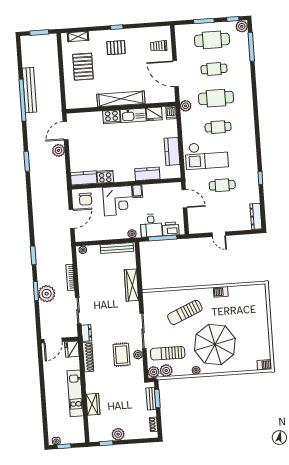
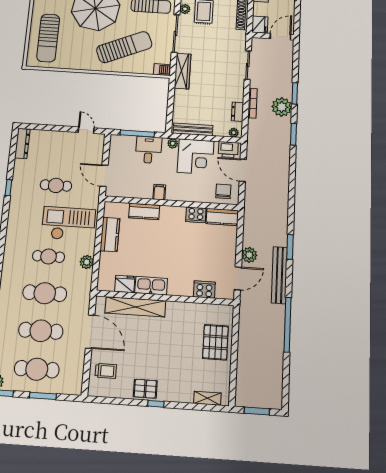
pallet: (116, 48) -> (145, 389), moved
pallet: (83, 67) -> (215, 342), moved
cafe table: (214, 69) -> (41, 331), width x1.37, depth x1.35
bench: (29, 90) -> (279, 275), moved
shelving: (121, 99) -> (135, 307), moved
plant: (186, 106) -> (87, 262), moved
dishwasher: (171, 113) -> (103, 283), removed
cooker: (111, 117) -> (204, 290), moved
corner desk: (118, 201) -> (196, 157), moved, turned 180
door: (72, 219) -> (243, 170), hinge flipped
printer: (171, 229) -> (228, 150), moved
door: (219, 234) -> (86, 130), moved
wardrobe: (131, 285) -> (183, 71), moved
barbecue: (221, 292) -> (162, 70), moved
plant: (47, 294) -> (282, 107), moved
sun lounger: (185, 312) -> (124, 47), width x1.36, depth x1.34
sun lounger: (251, 312) -> (48, 38), added
dresser: (86, 333) -> (237, 112), moved

